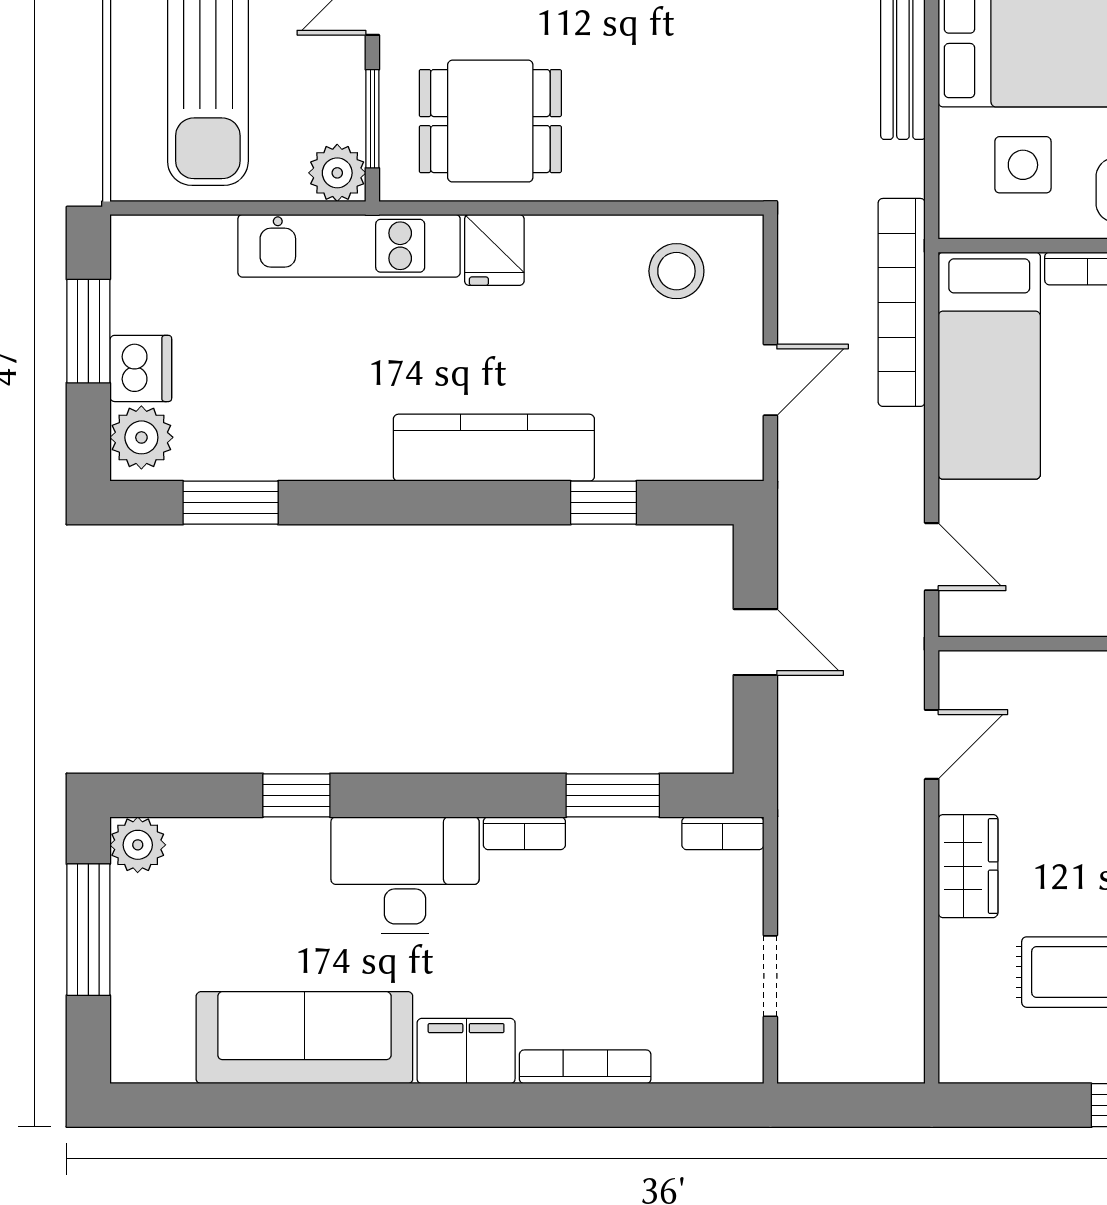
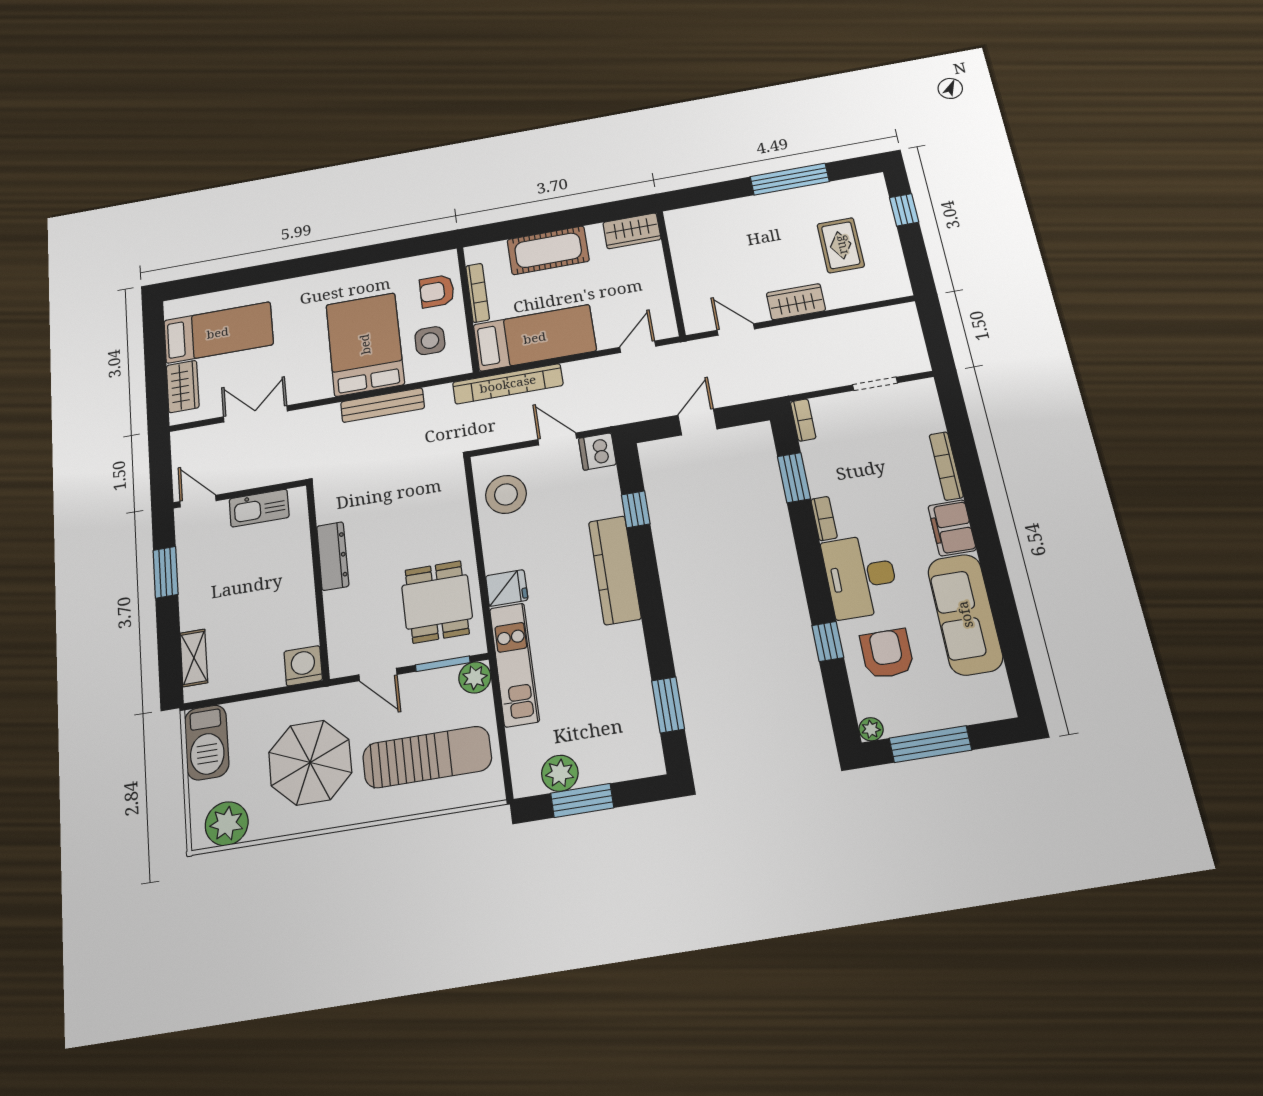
stool: (676, 271) -> (506, 494), width x1.38, depth x1.38
dishwasher: (141, 368) -> (597, 451), moved, turned -90
plant: (141, 437) -> (560, 773), moved
plant: (138, 845) -> (871, 729), width x0.73, depth x0.73
armchair: (257, 891) -> (887, 654), added

